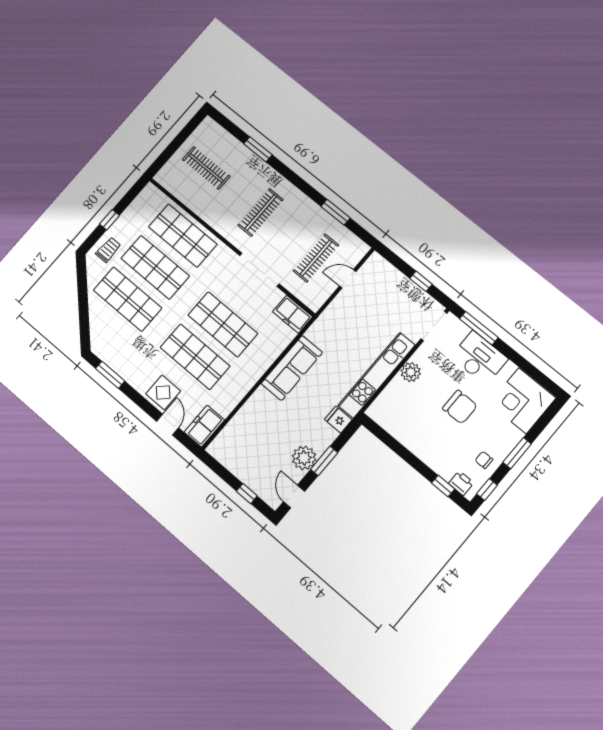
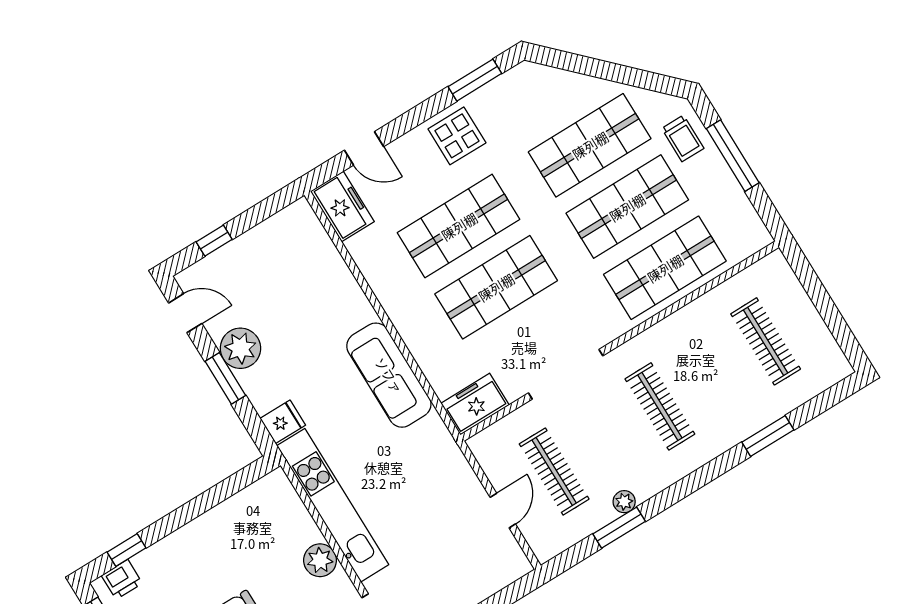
clothes rail: (206, 168) -> (766, 341), turned 90
plant: (320, 214) -> (624, 502), added
window: (110, 220) -> (733, 156), width x2.17
display table: (163, 392) -> (457, 136), moved

